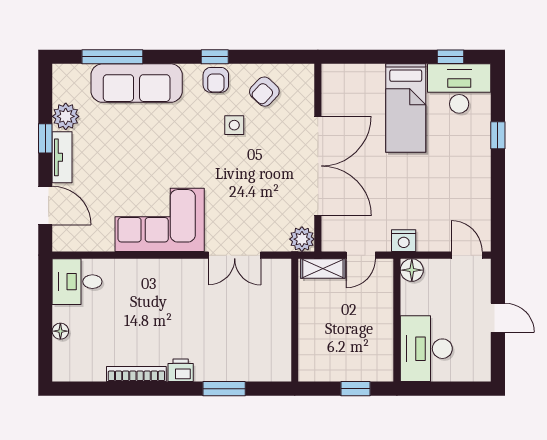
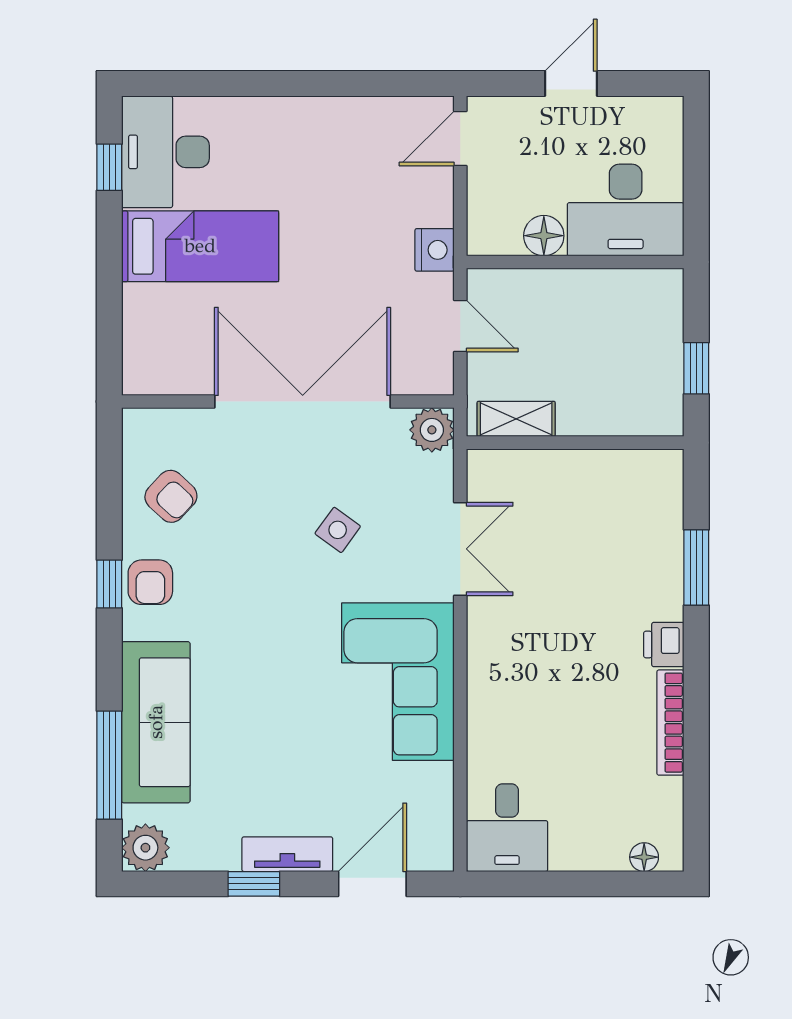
armchair: (216, 80) -> (150, 582), turned 90
plant: (66, 116) -> (145, 848), moved
side table: (234, 125) -> (338, 530), moved, turned 36
window: (498, 135) -> (248, 83), removed
shelving: (323, 269) -> (516, 419), moved, turned 90
floor lamp: (412, 270) -> (544, 236), moved
floor lamp: (60, 331) -> (644, 857), moved
window: (355, 389) -> (696, 368), moved

